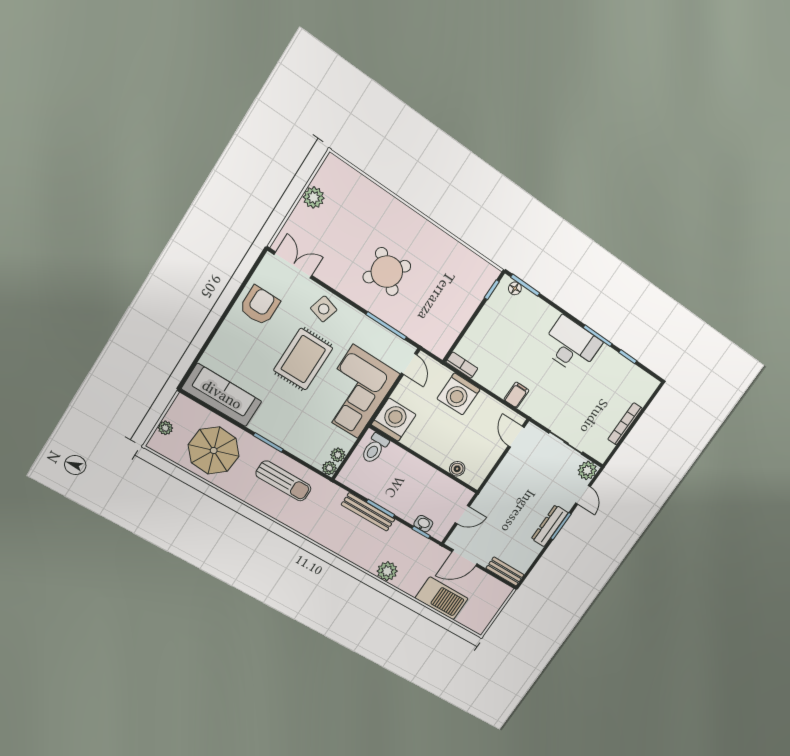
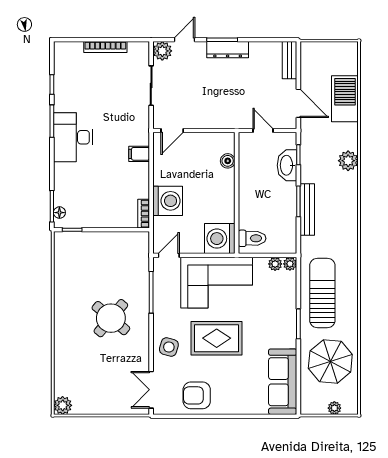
plant: (314, 198) -> (63, 405), moved
sun lounger: (283, 481) -> (322, 293), width x1.36, depth x1.34
washbasin: (423, 524) -> (287, 165), width x1.91, depth x1.45

